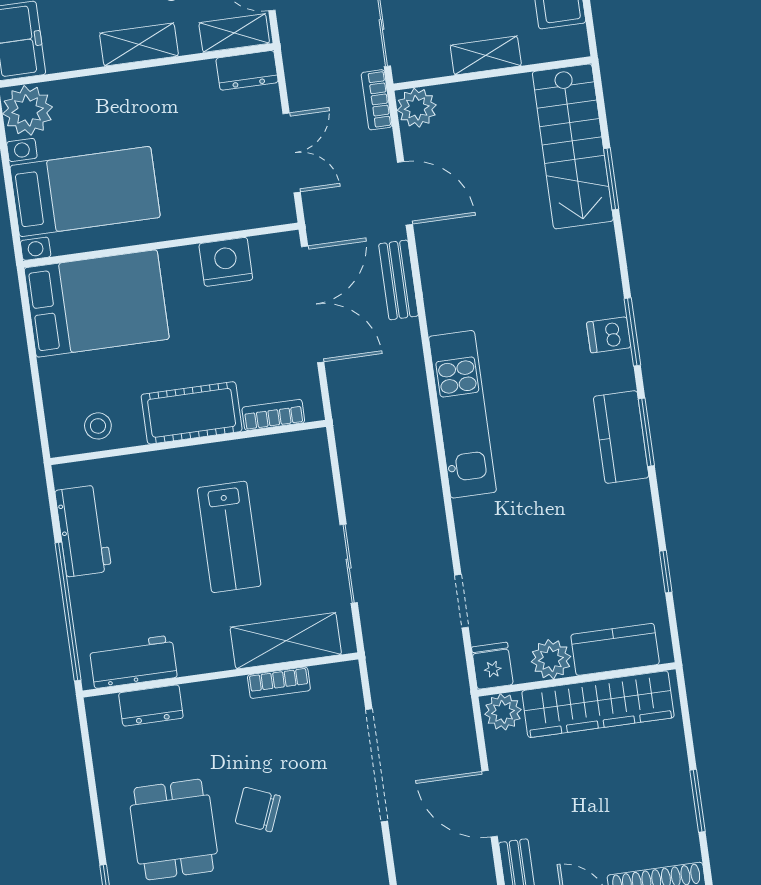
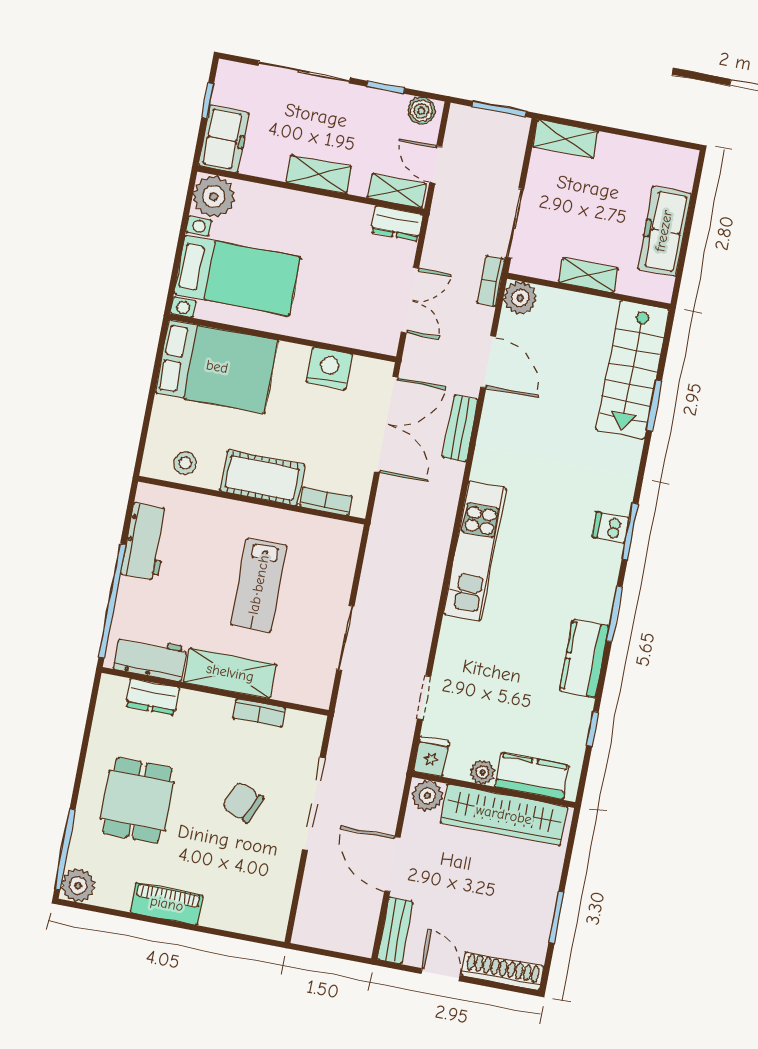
kitchen counter: (621, 437) -> (584, 658), moved
shelving: (286, 641) -> (230, 673), moved
plant: (551, 659) -> (483, 772), width x0.73, depth x0.73
chair: (258, 809) -> (243, 802), moved

